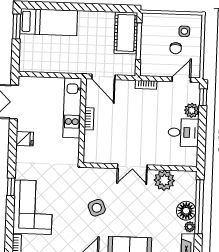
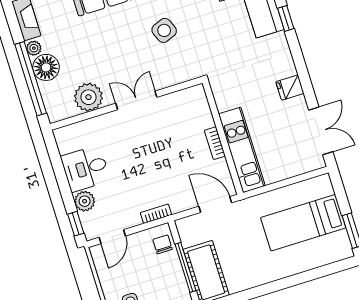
bed: (49, 22) -> (303, 223), moved
chair: (176, 48) -> (163, 244), moved

